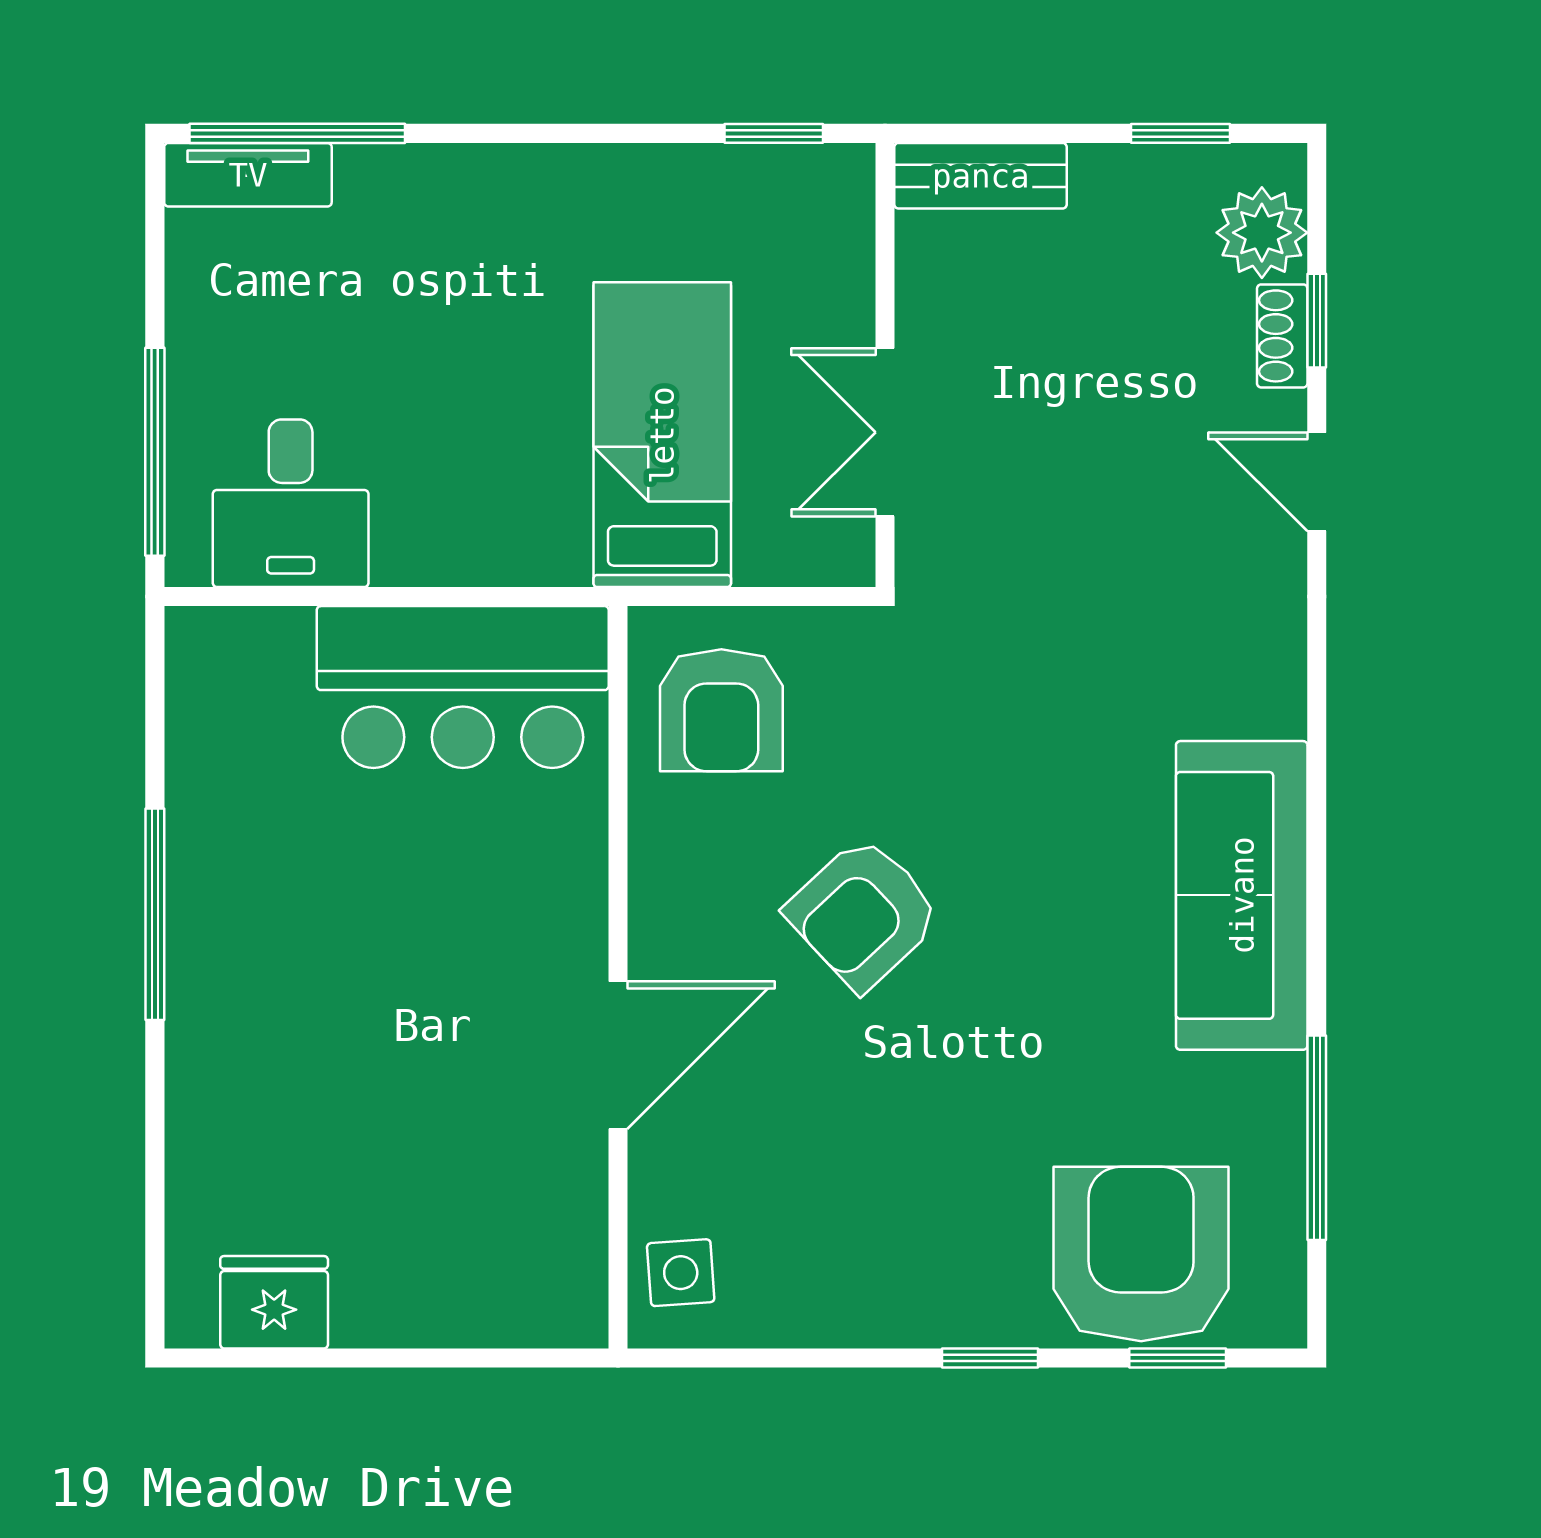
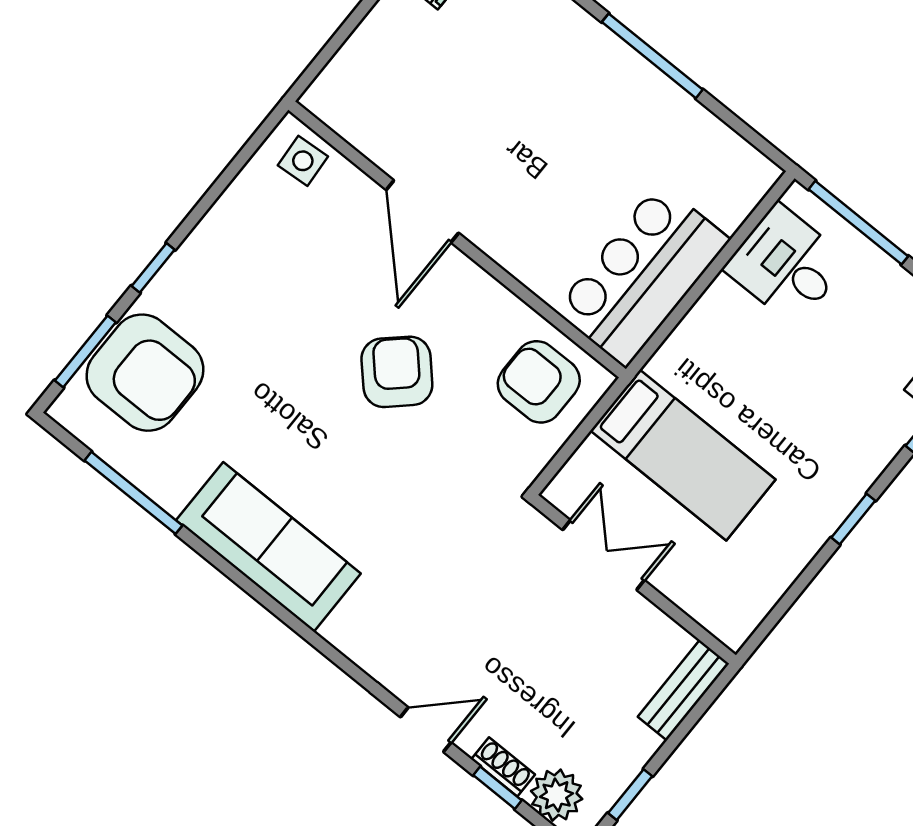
window: (774, 133) -> (853, 519), moved
window: (1178, 1358) -> (85, 351), width x1.50

